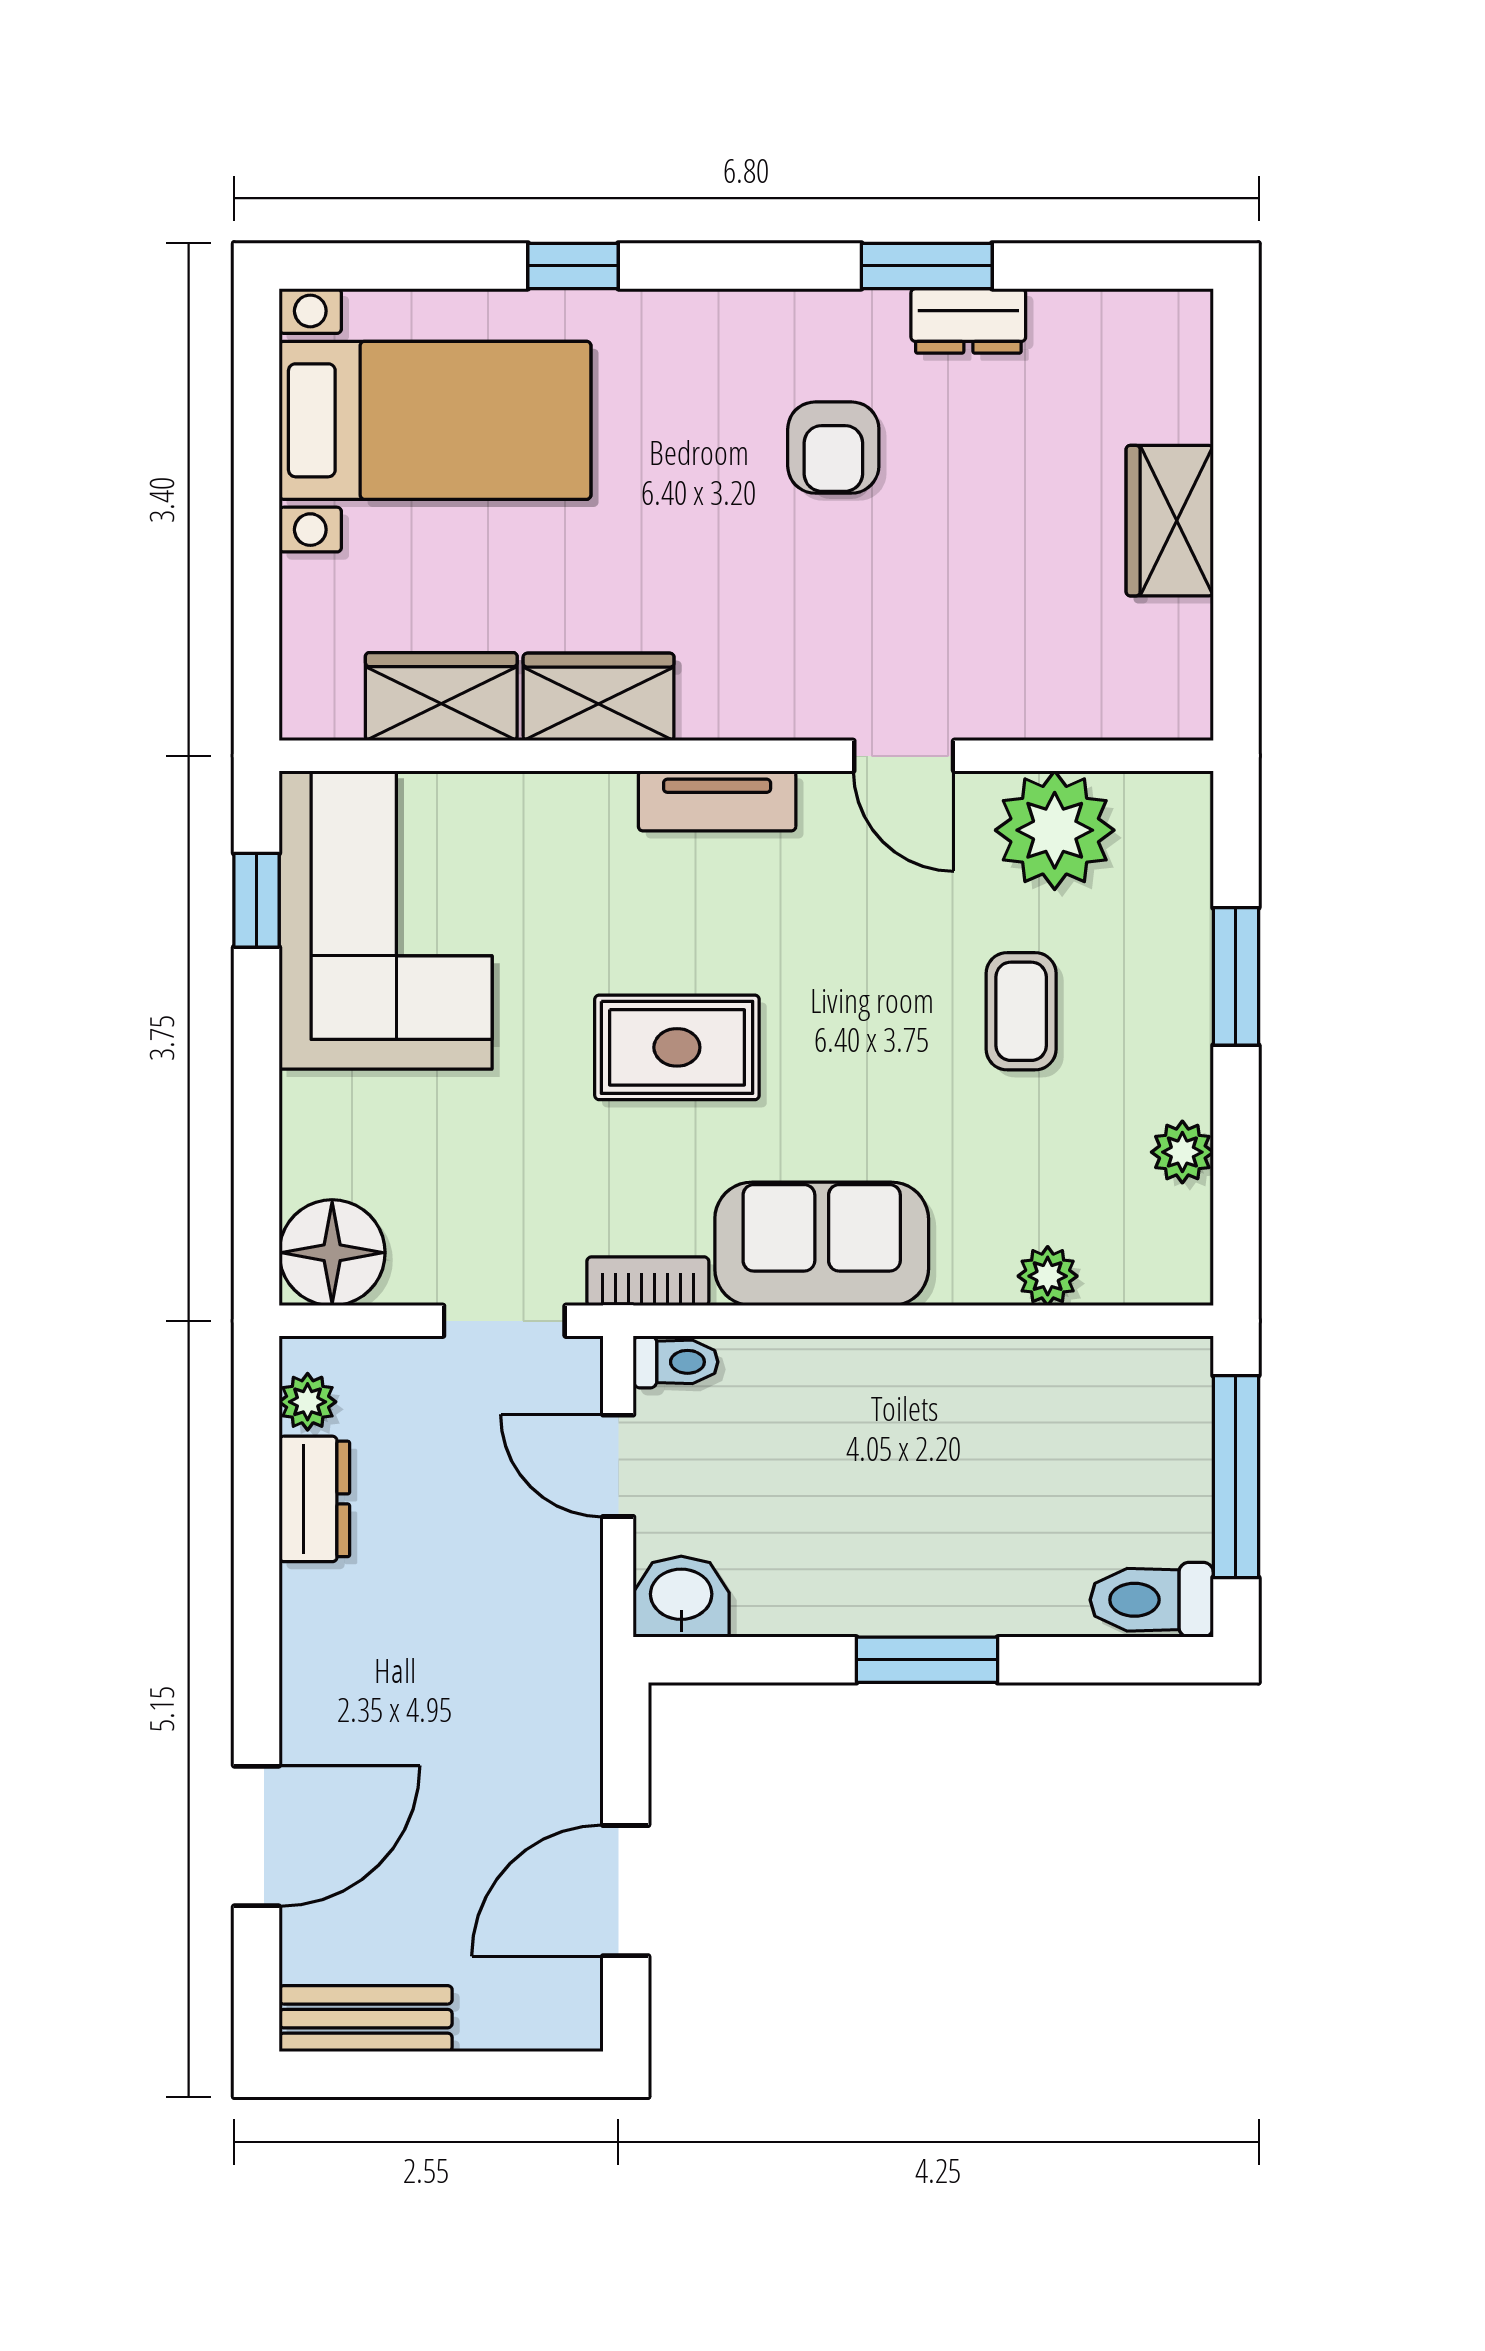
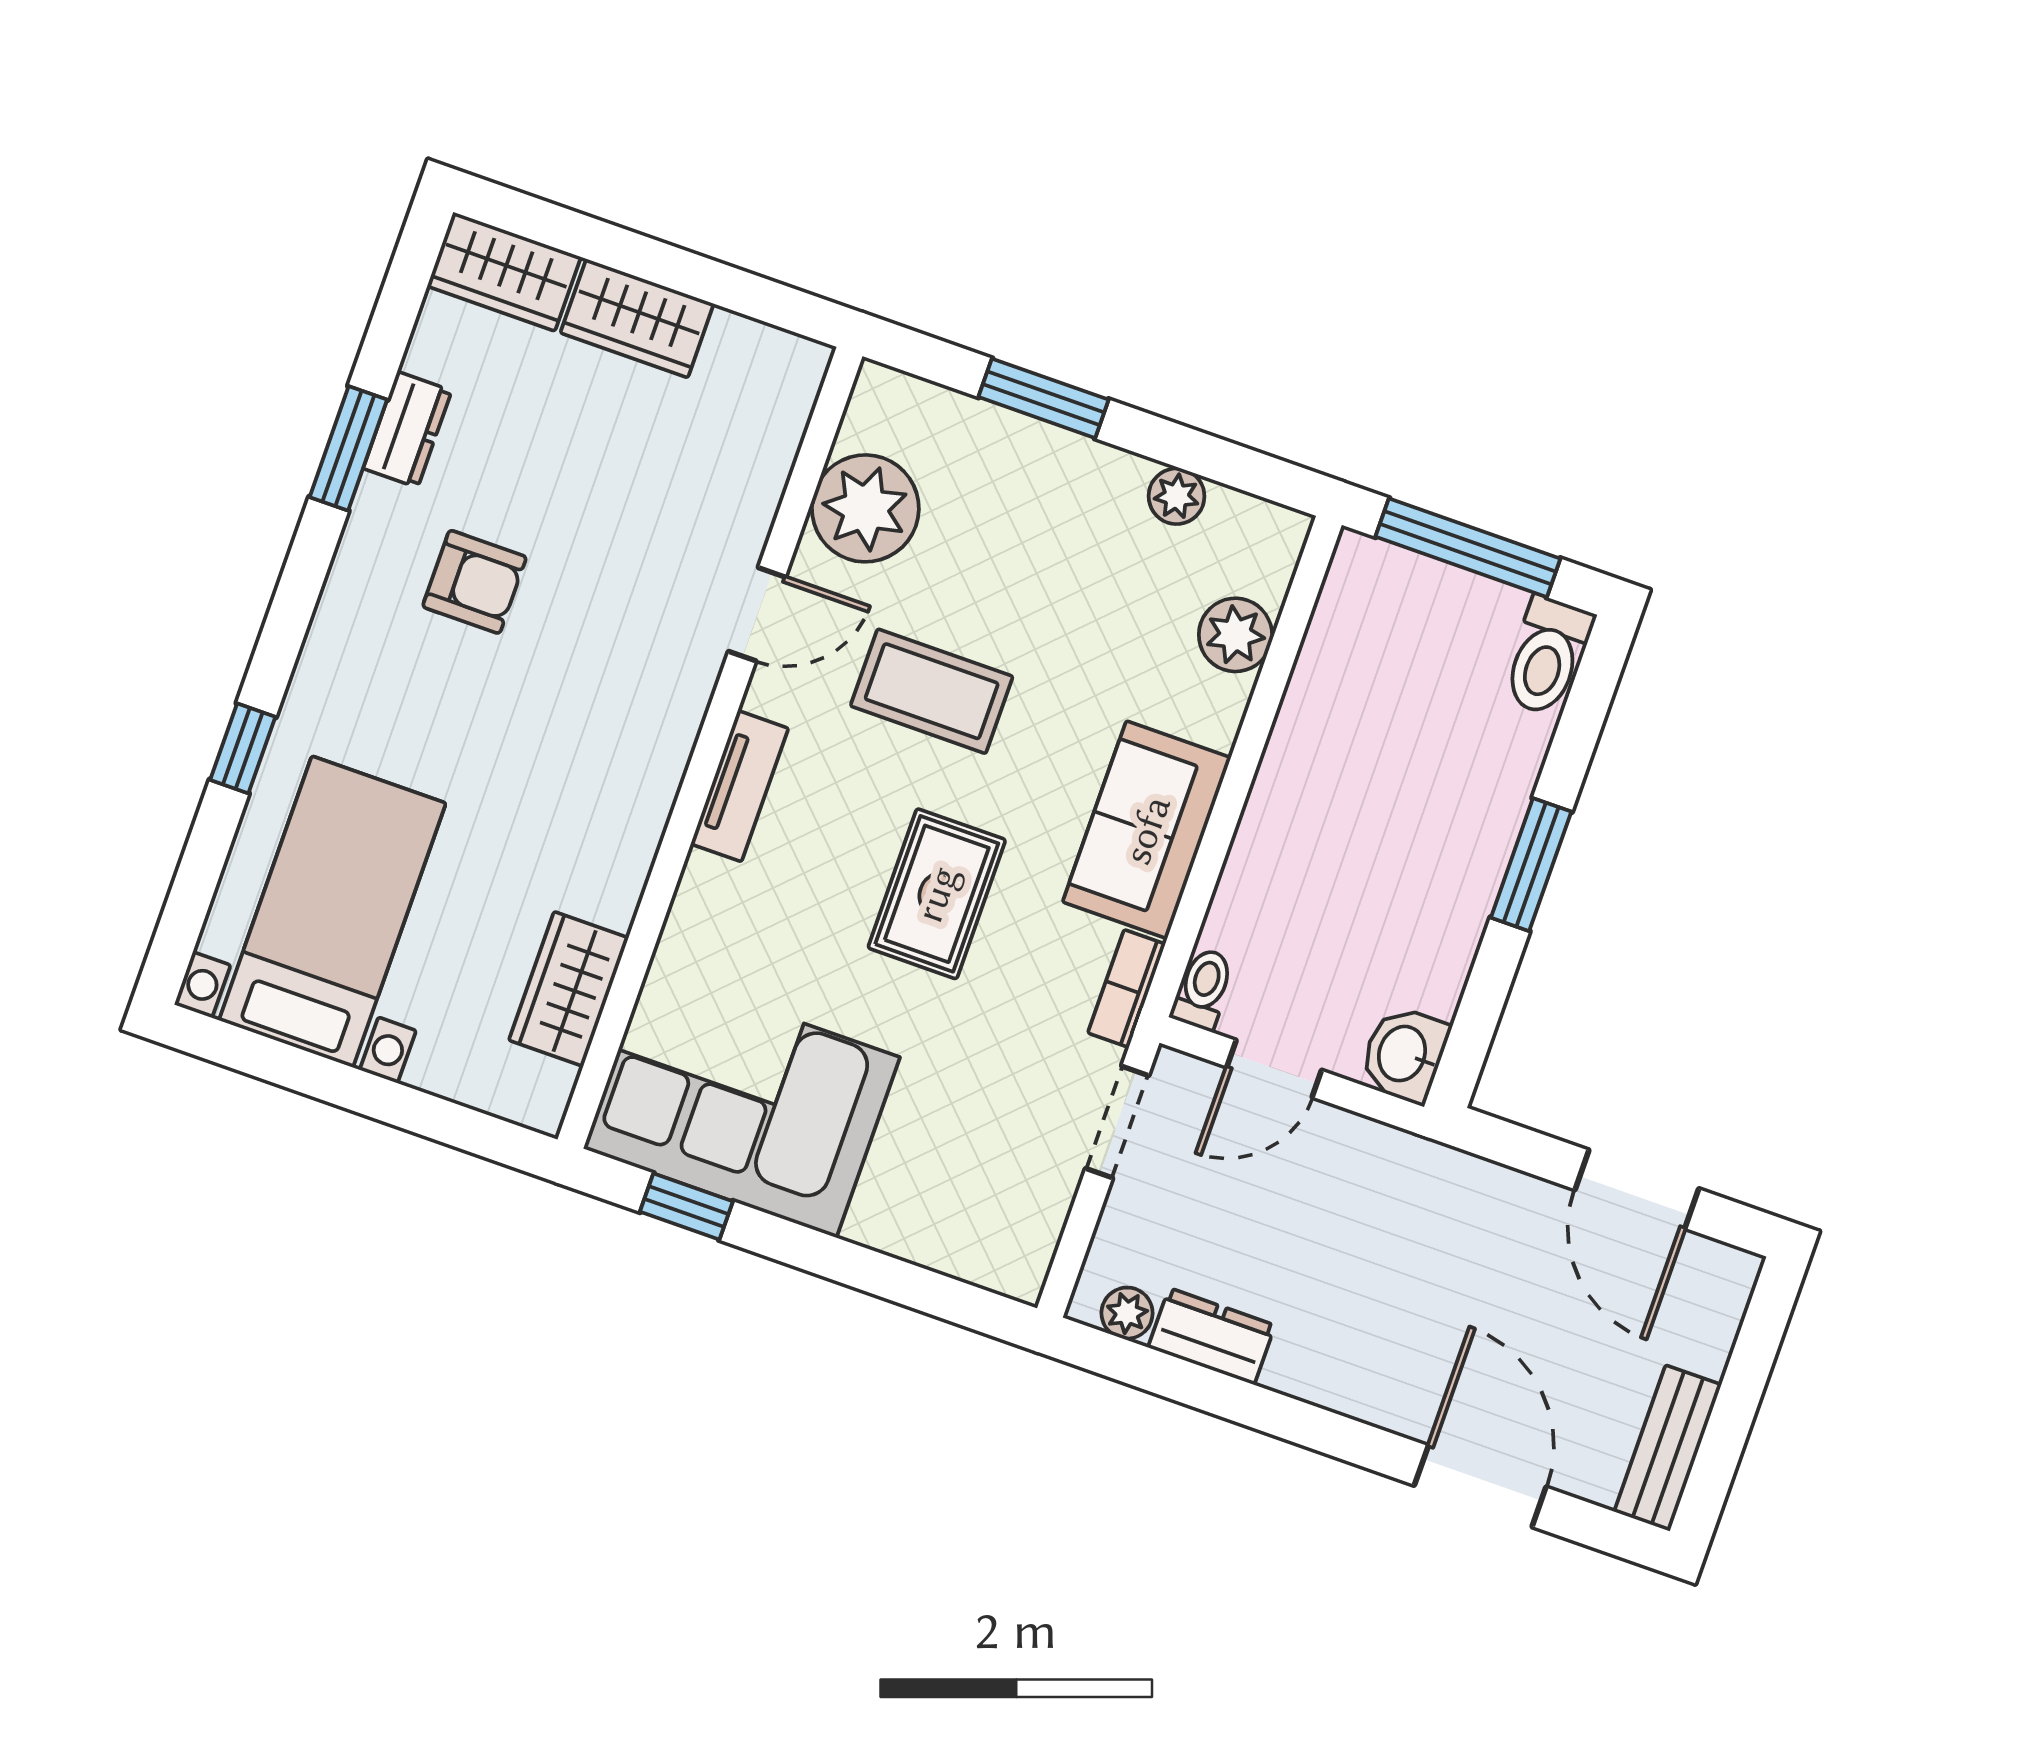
wardrobe: (599, 697) -> (504, 272), moved, turned -90
coffee table: (1021, 1011) -> (932, 691), moved, width x1.36, depth x1.30
floor lamp: (332, 1253) -> (1008, 1248), removed
plant: (1048, 1276) -> (1235, 635), width x1.38, depth x1.38

